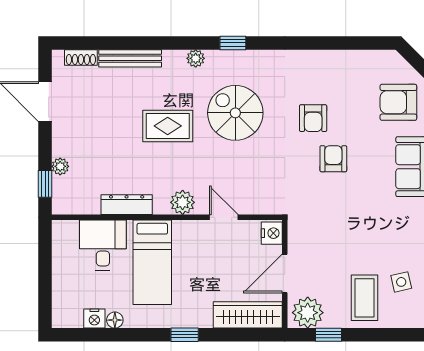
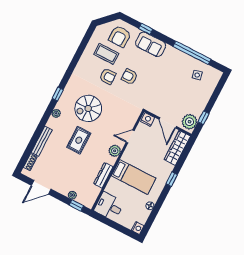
desk: (103, 245) -> (109, 206), moved
coffee table: (364, 298) -> (106, 54), moved
nightstand: (94, 318) -> (138, 228), moved

